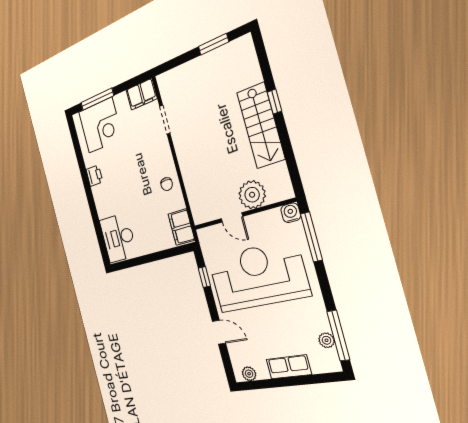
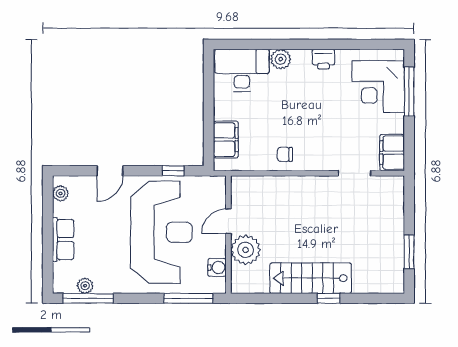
plant: (103, 209) -> (281, 59), added
water cooler: (291, 213) -> (217, 267), moved
filing cabinet: (181, 227) -> (226, 140), moved, turned 90

